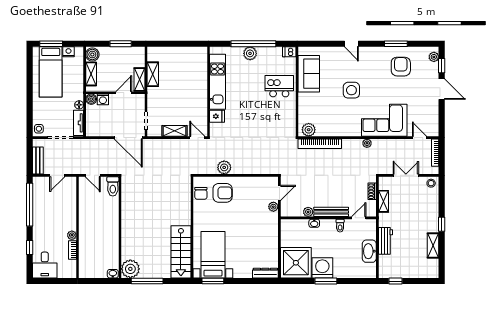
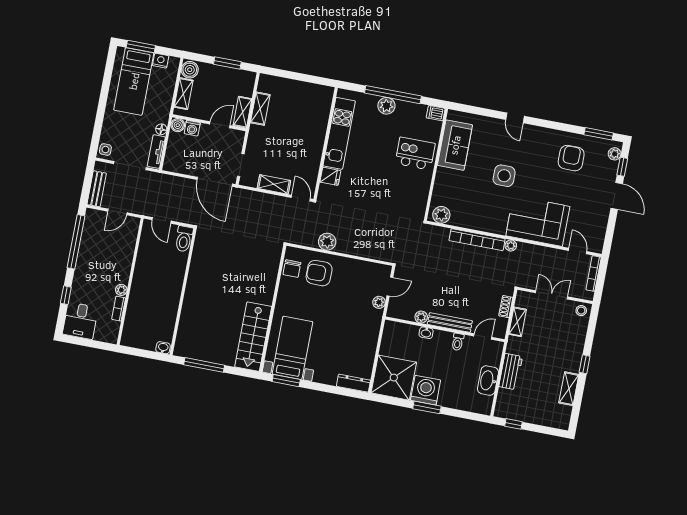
window: (396, 44) -> (599, 134), moved
bookcase: (320, 144) -> (477, 240), moved
armchair: (223, 193) -> (319, 273), turned 180
plant: (130, 269) -> (186, 346), removed

